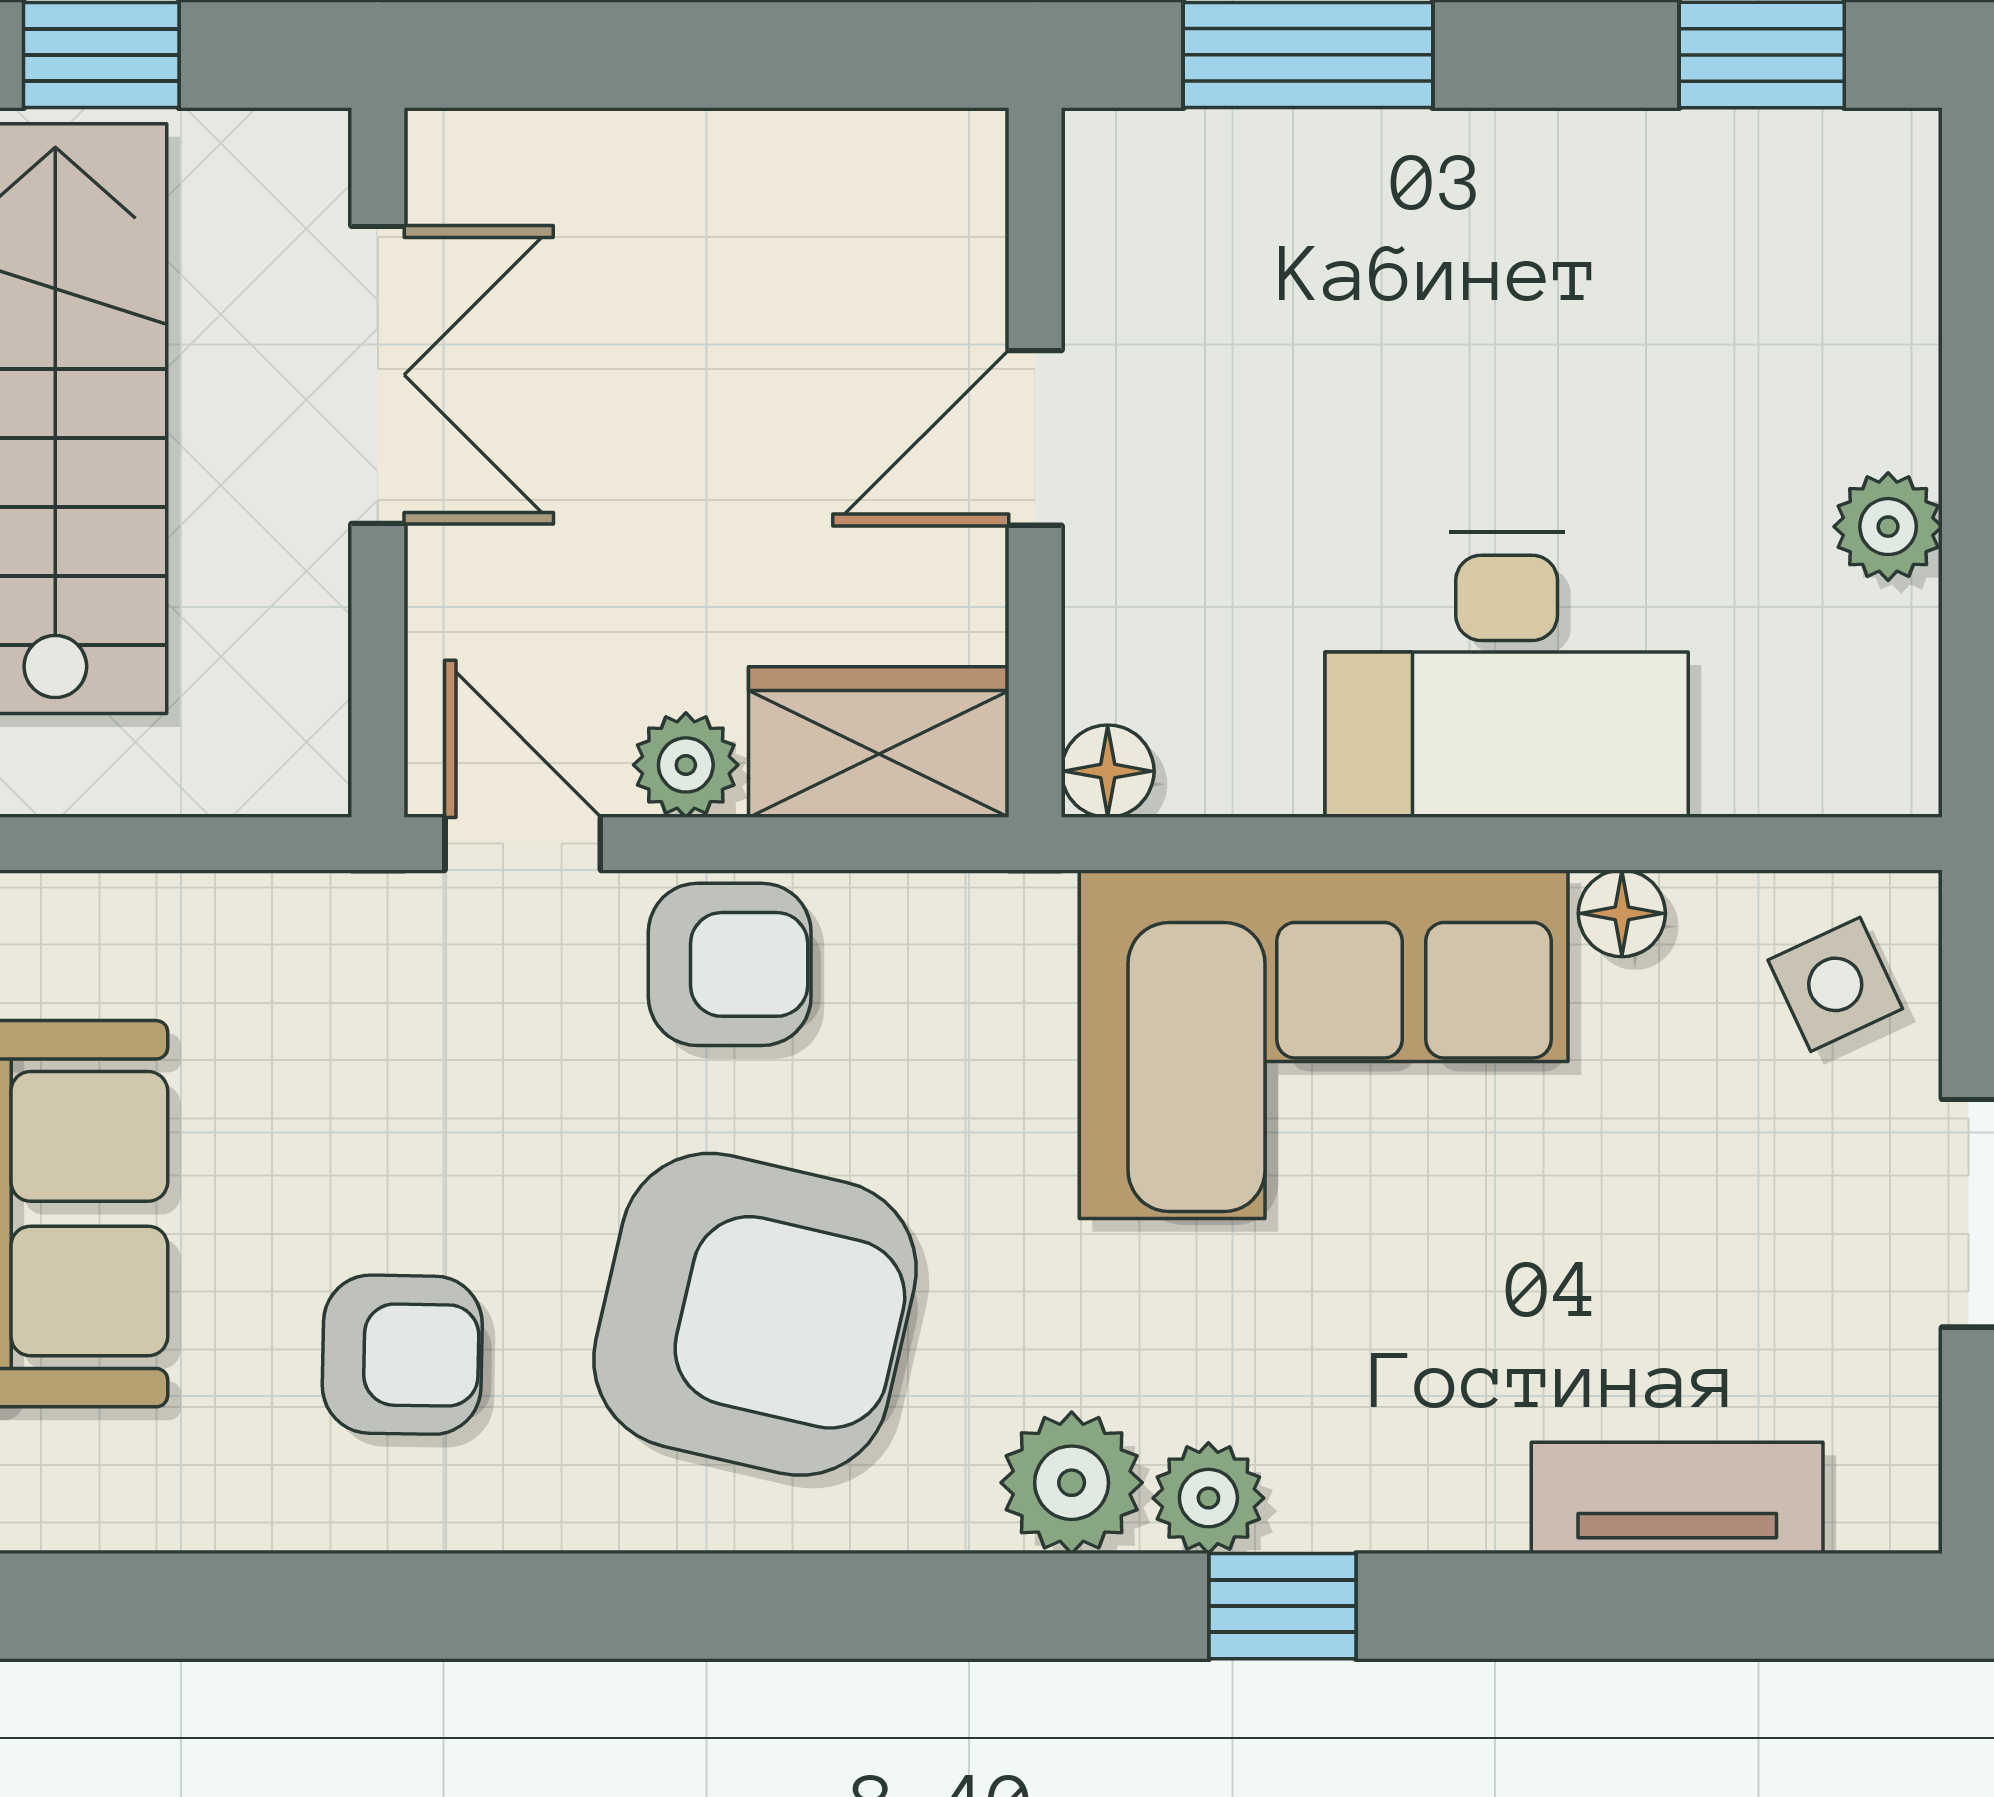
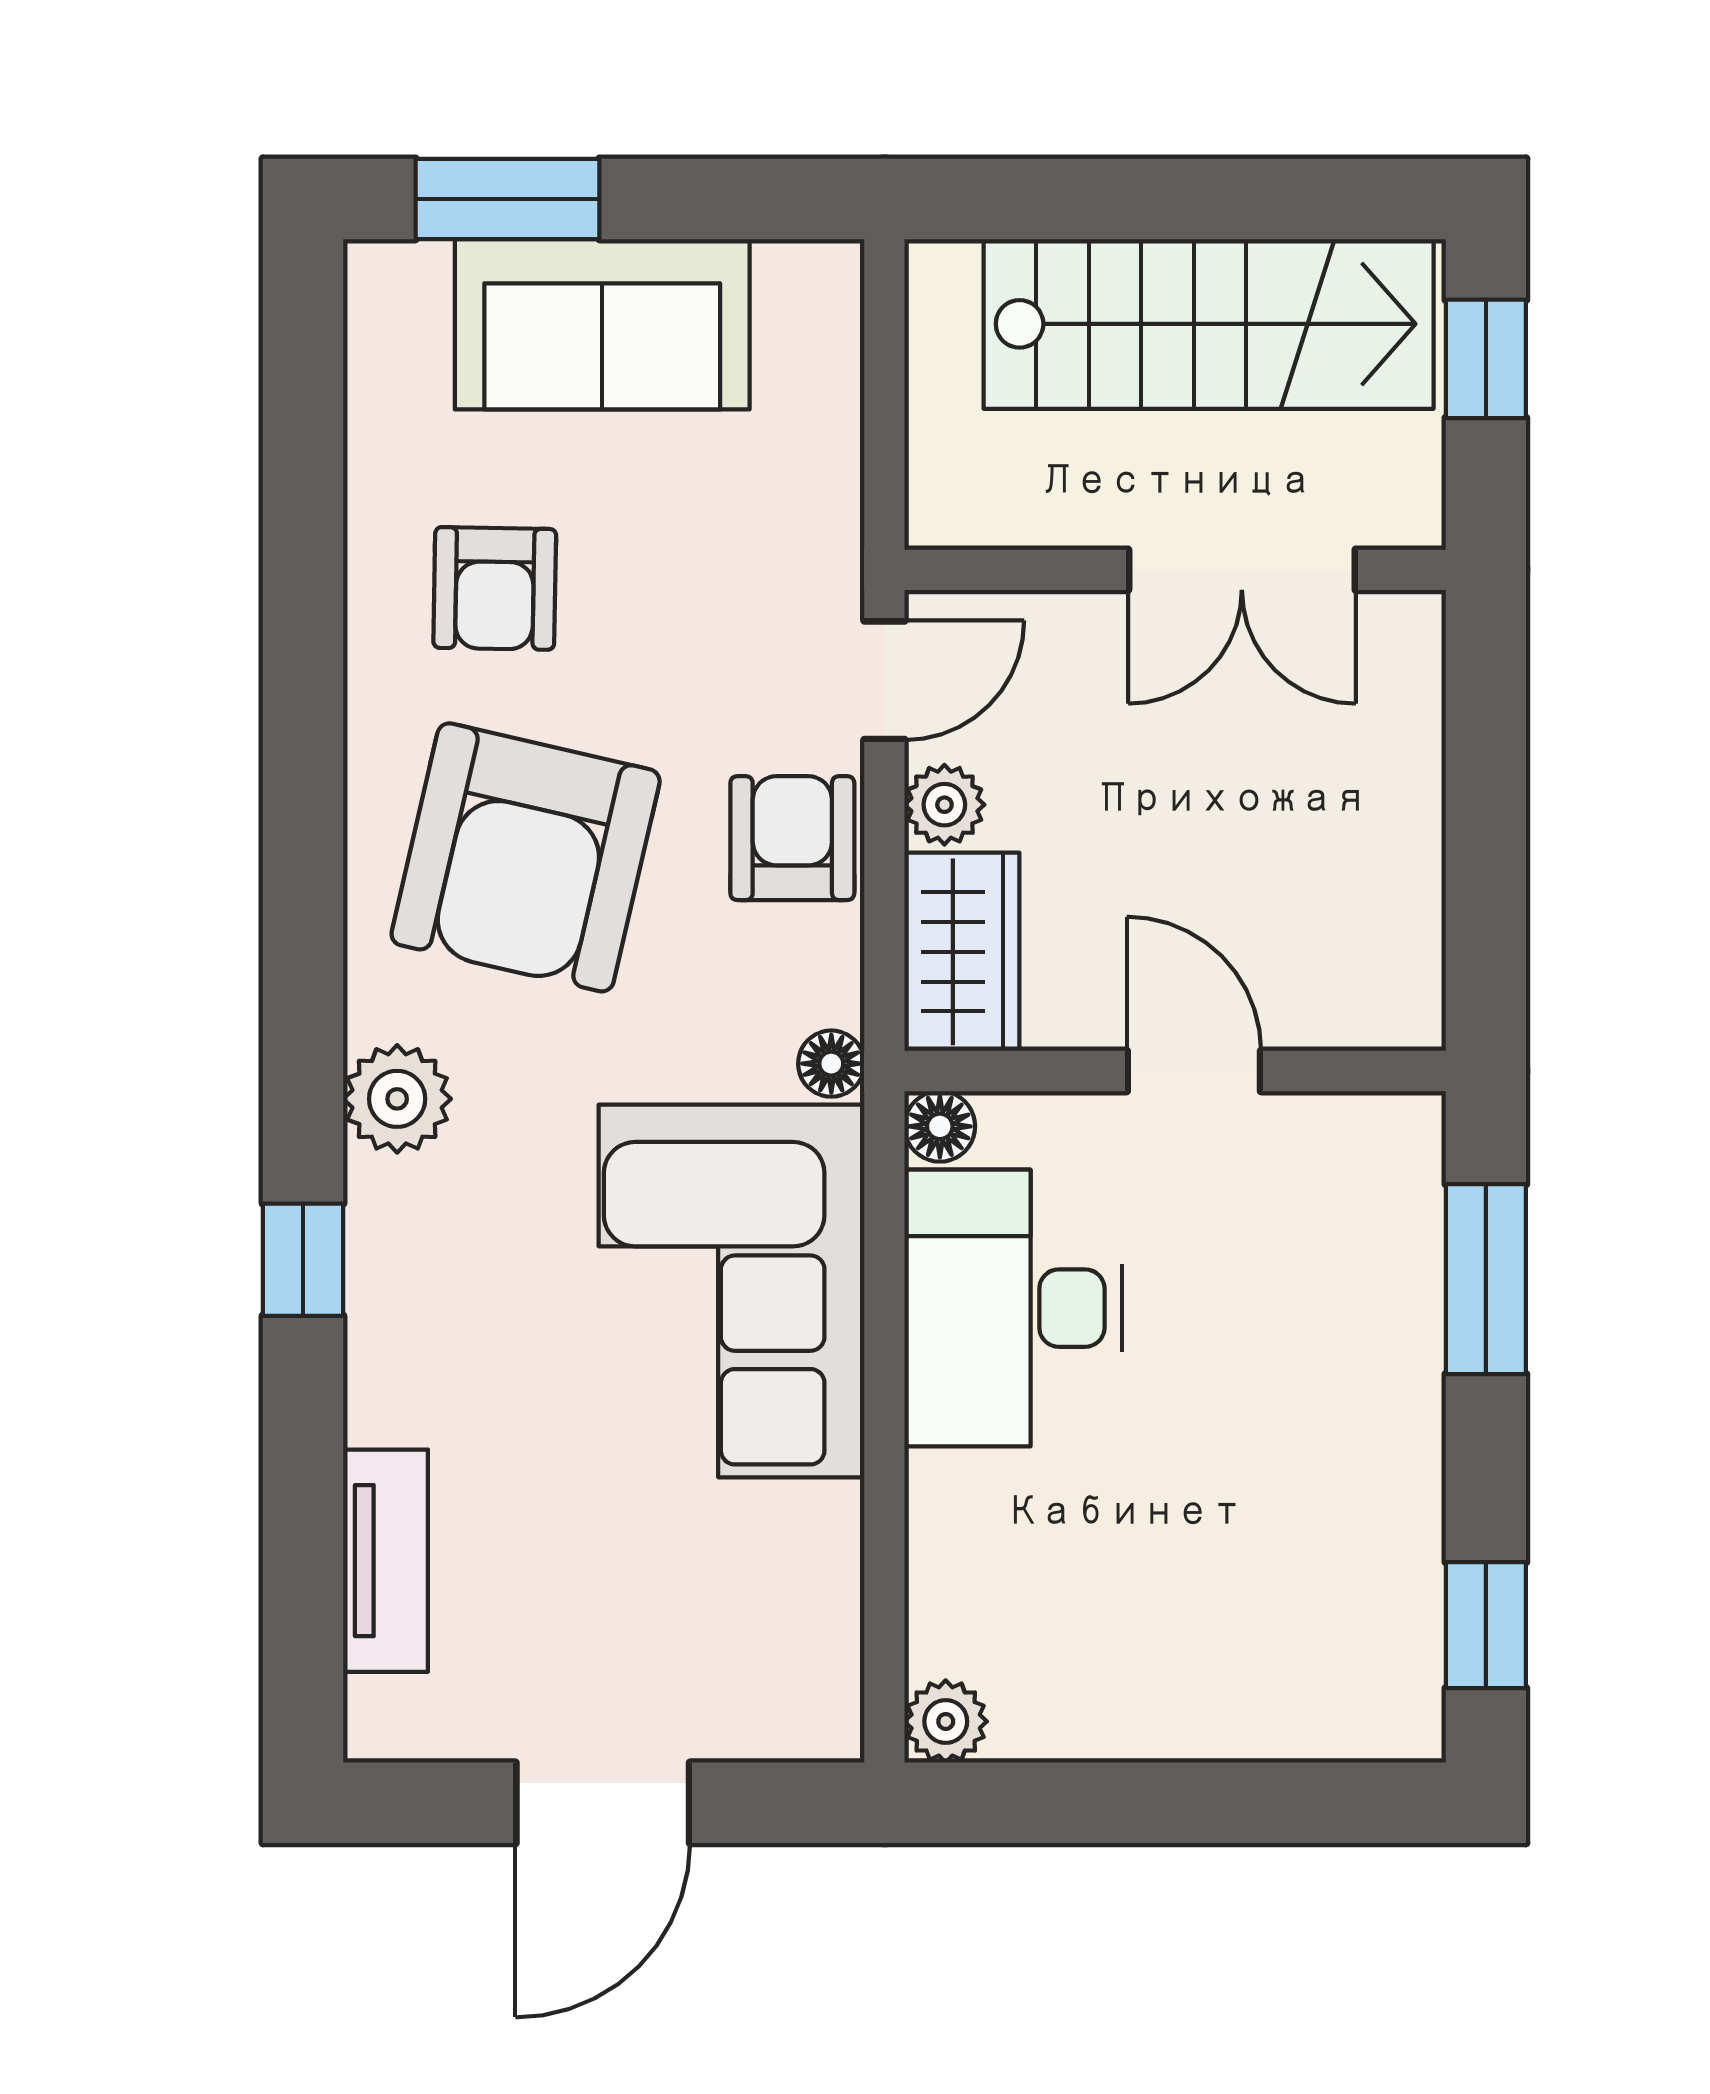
plant: (1888, 527) -> (946, 1721), moved
desk: (1507, 675) -> (1013, 1308), moved
floor lamp: (1622, 913) -> (831, 1064), moved
armchair: (730, 964) -> (792, 838), turned 180
side table: (1835, 984) -> (777, 1681), removed
plant: (1208, 1498) -> (385, 1203), removed

